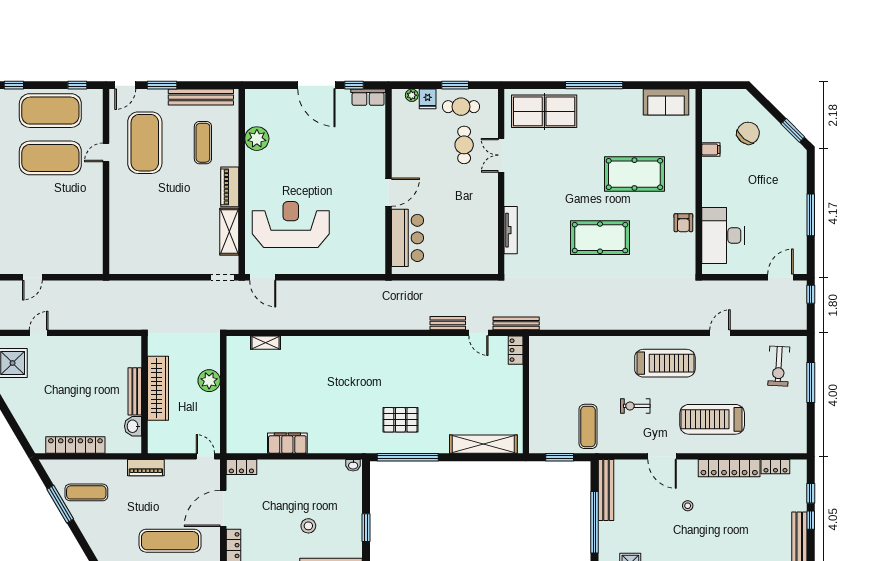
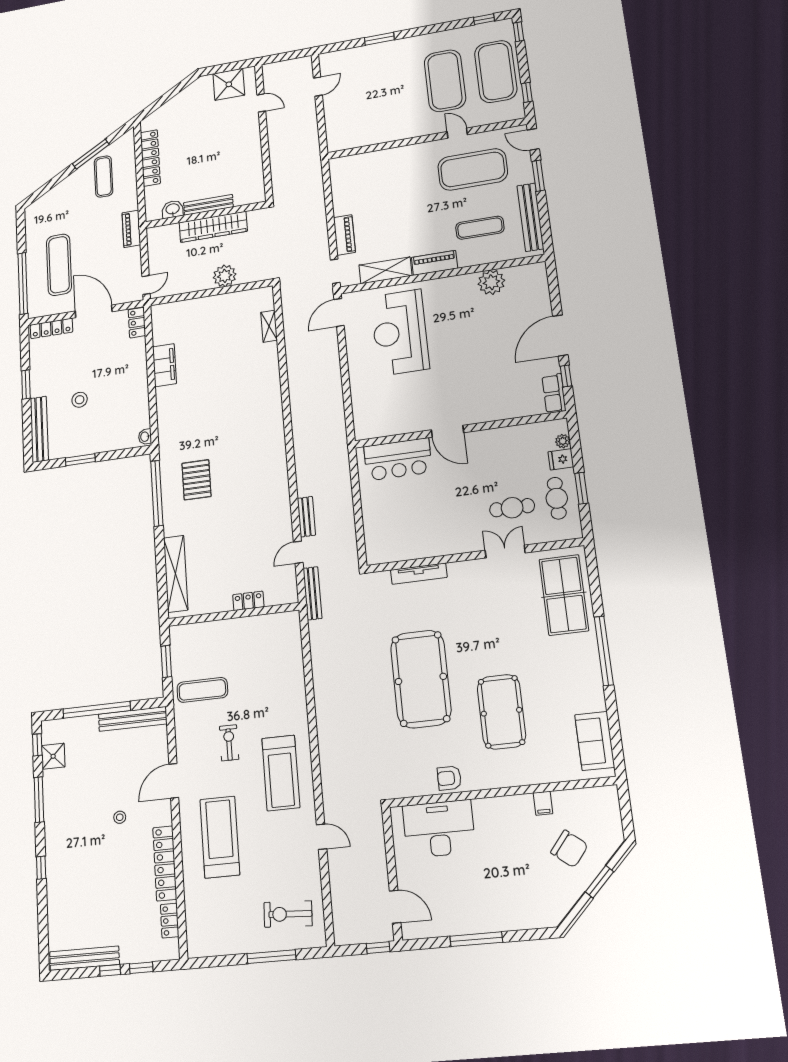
window: (793, 130) -> (599, 882), moved
reception desk: (291, 225) -> (400, 332), turned 180
pool table: (600, 238) -> (421, 679), width x1.36, depth x1.32
piano: (188, 266) -> (344, 235), added
door: (32, 277) -> (318, 87), swing flipped
locker: (516, 350) -> (248, 601), moved

